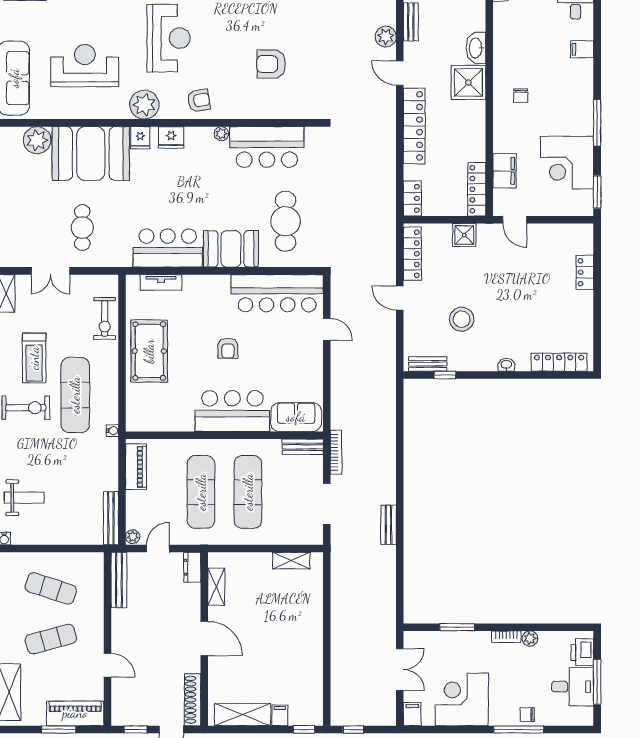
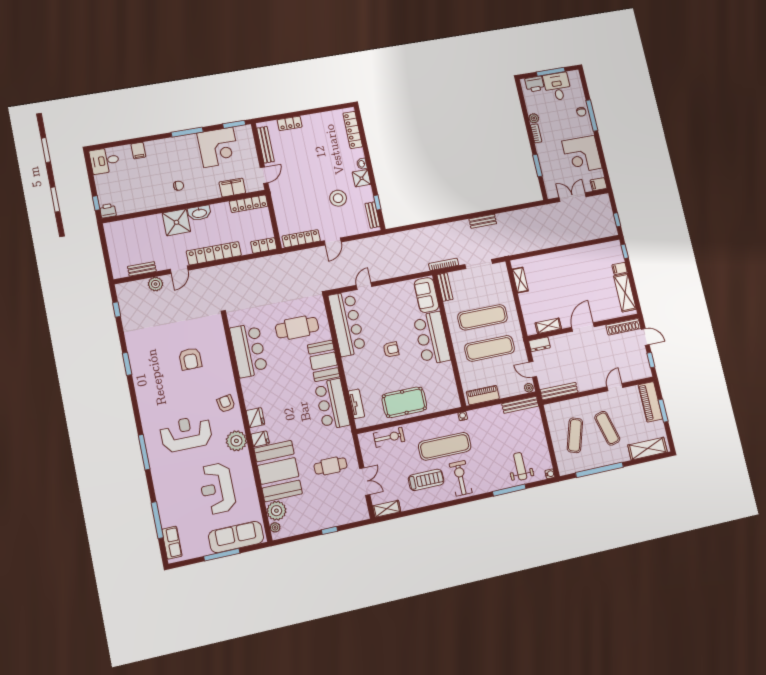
washbasin: (476, 48) -> (199, 213), moved
plant: (221, 134) -> (275, 527), moved
bench: (559, 231) -> (266, 145), added
shower: (464, 235) -> (361, 178), moved

